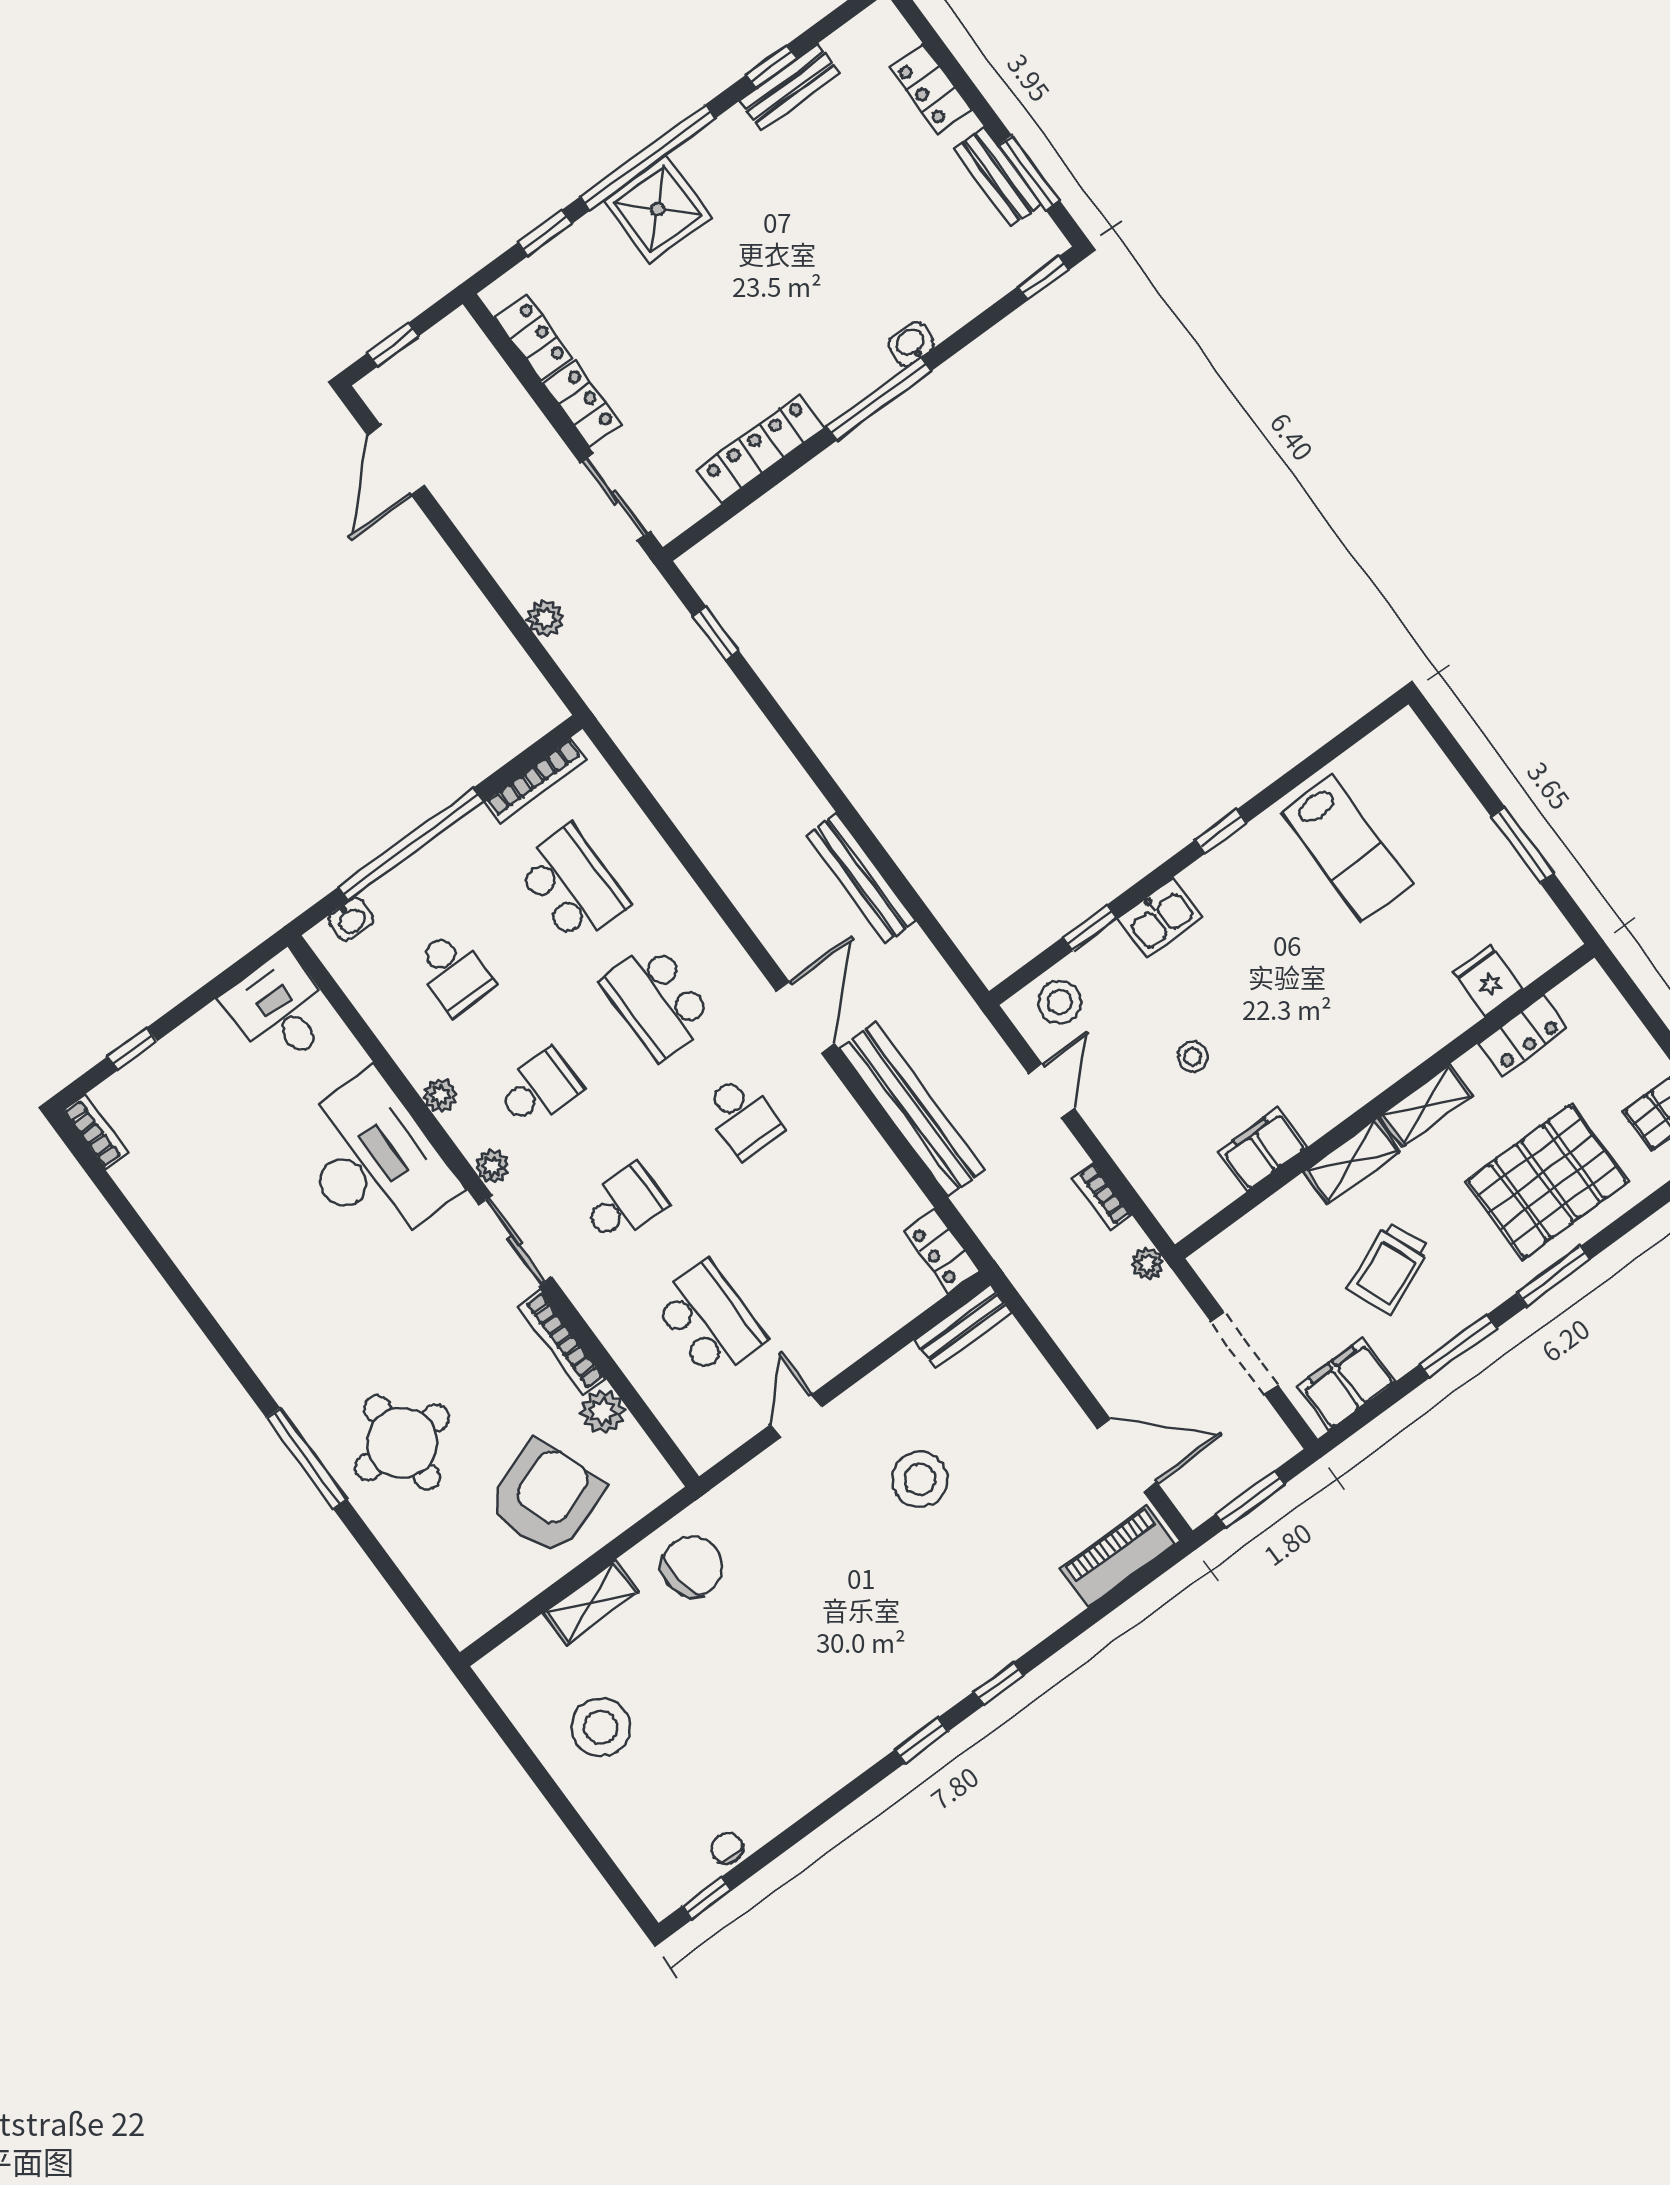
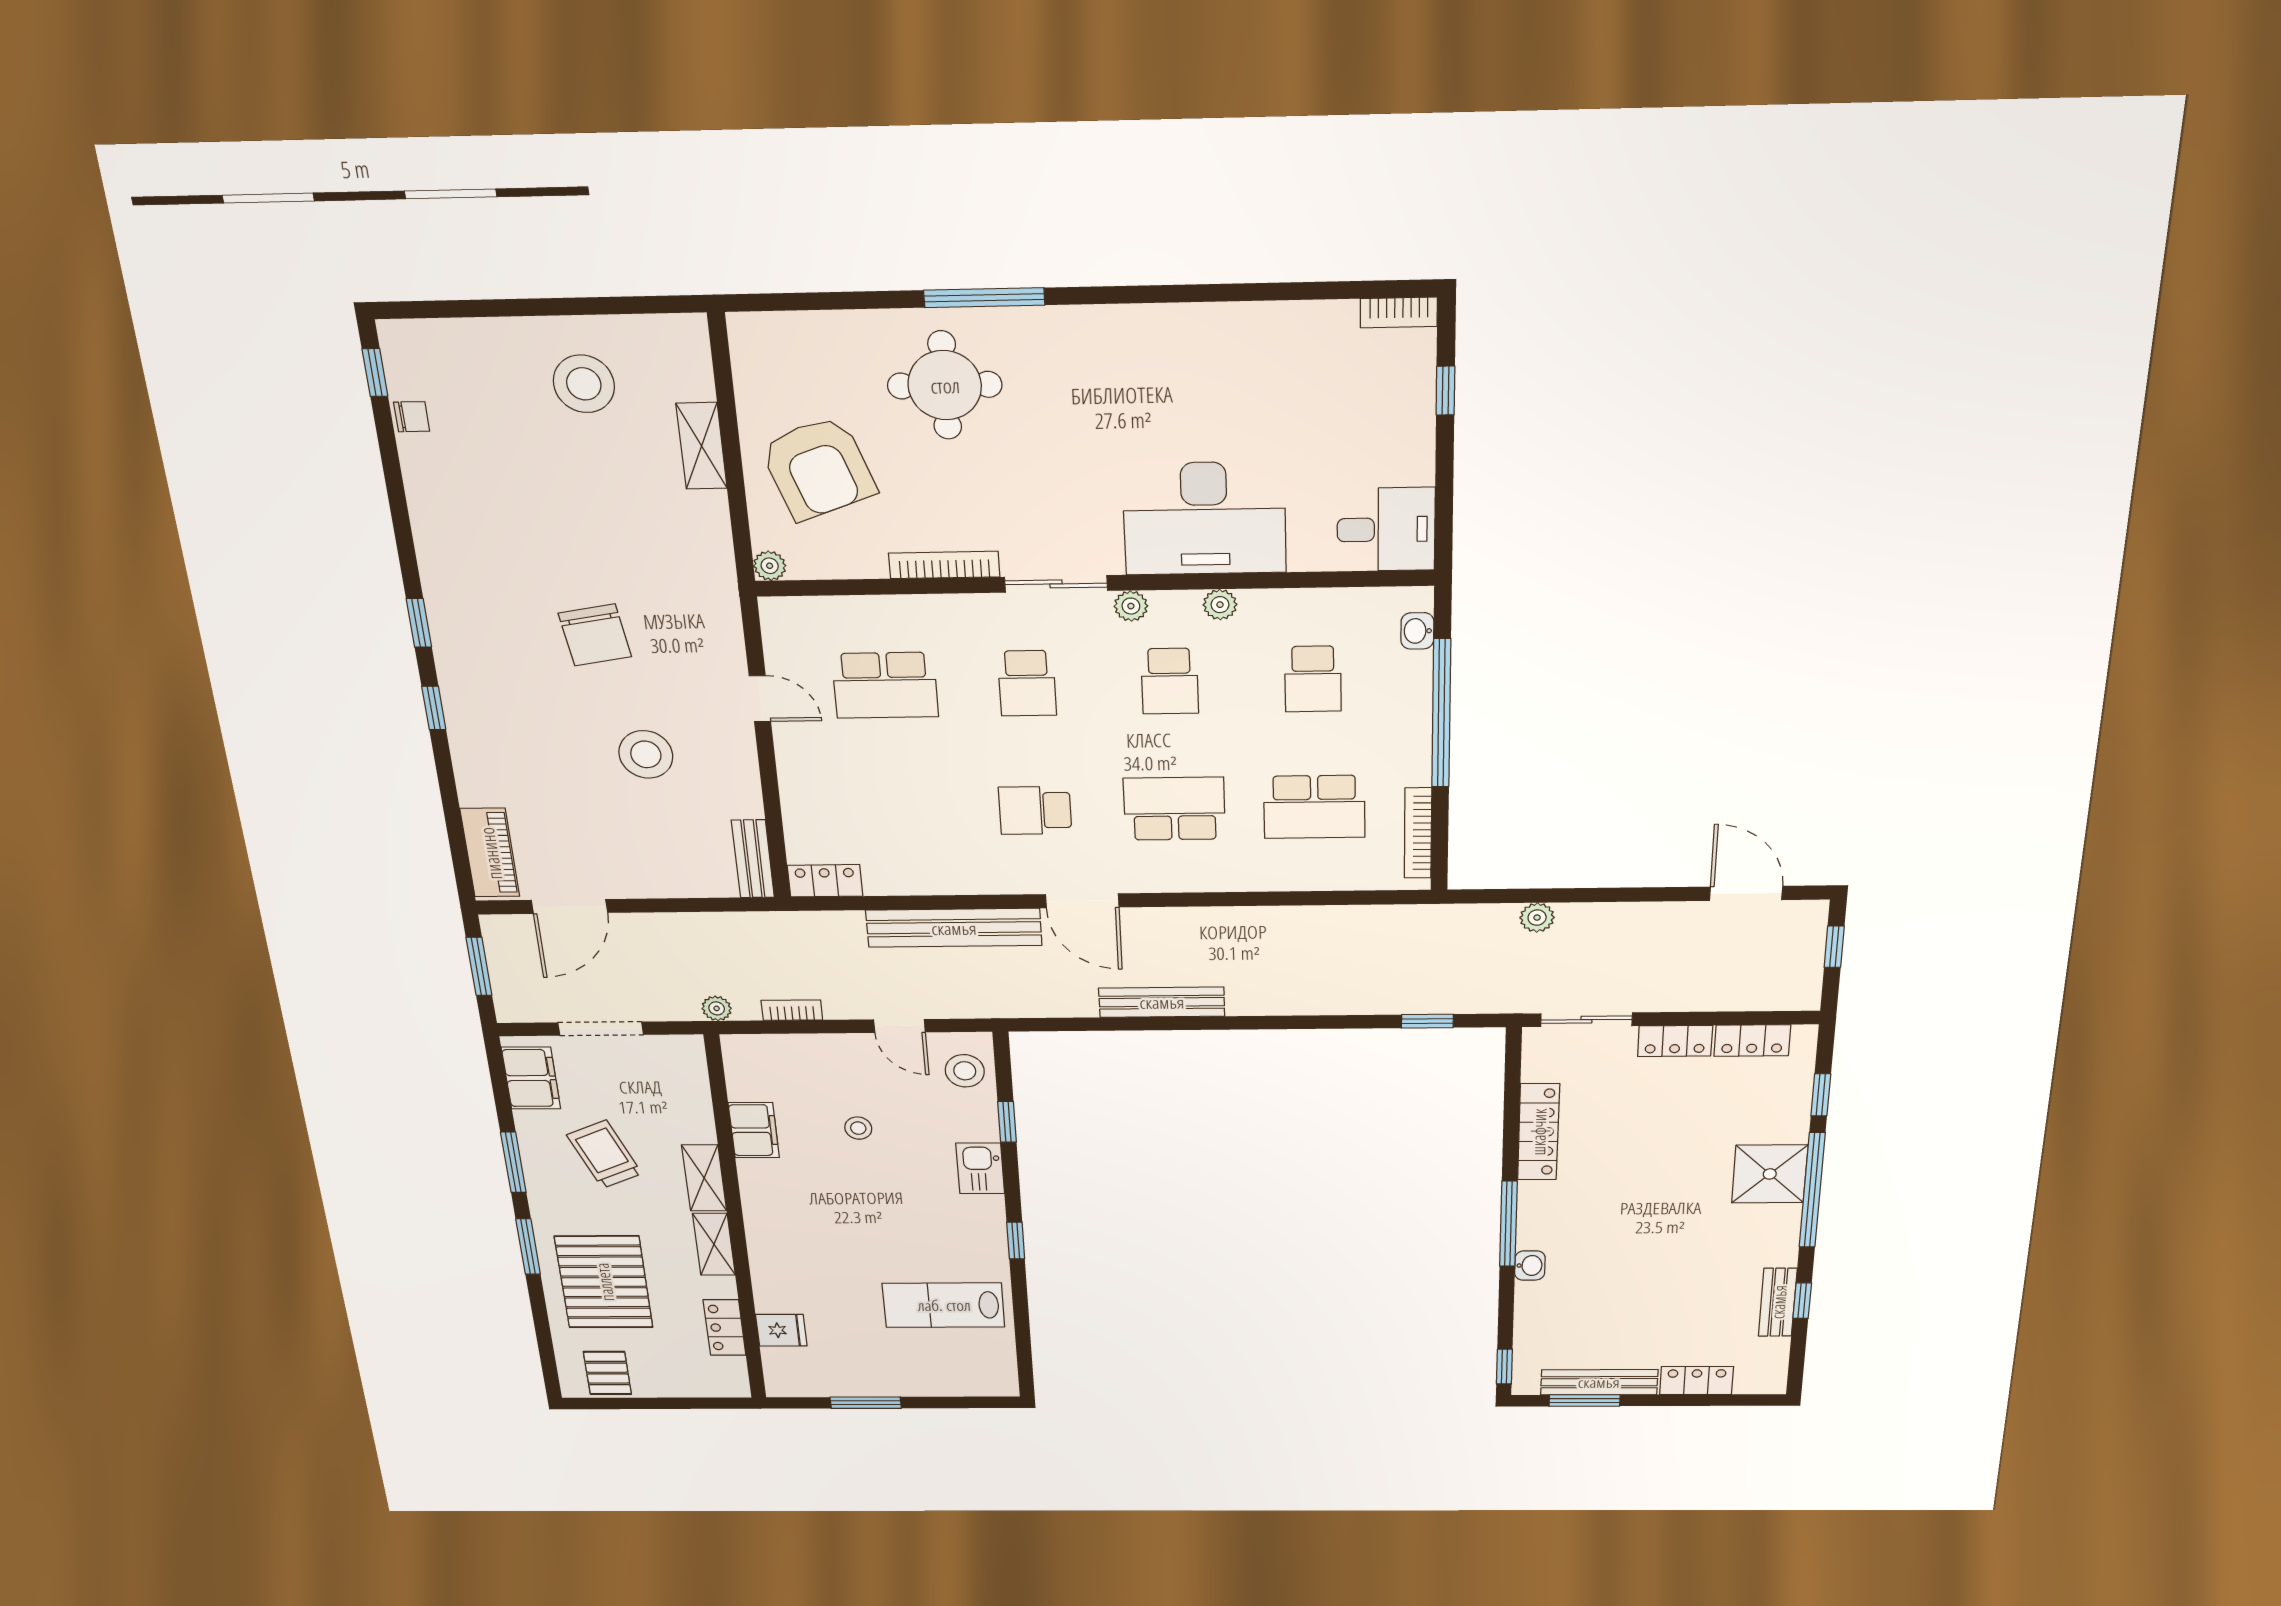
bench: (998, 177) -> (1599, 1382), width x1.36
school desk: (454, 972) -> (1313, 679), turned -90
plant: (602, 1412) -> (770, 566), moved, width x0.73, depth x0.73
chair: (692, 1566) -> (595, 635), moved

